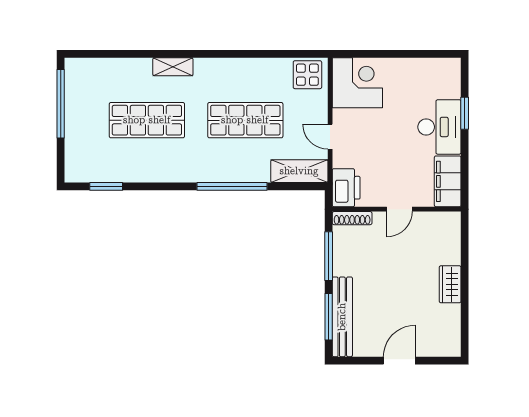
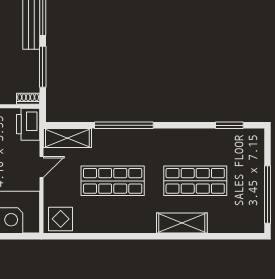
shelving: (173, 67) -> (182, 223), width x1.50, depth x1.33
door: (330, 137) -> (42, 167), hinge flipped
shoe rack: (352, 218) -> (28, 99), width x0.70

